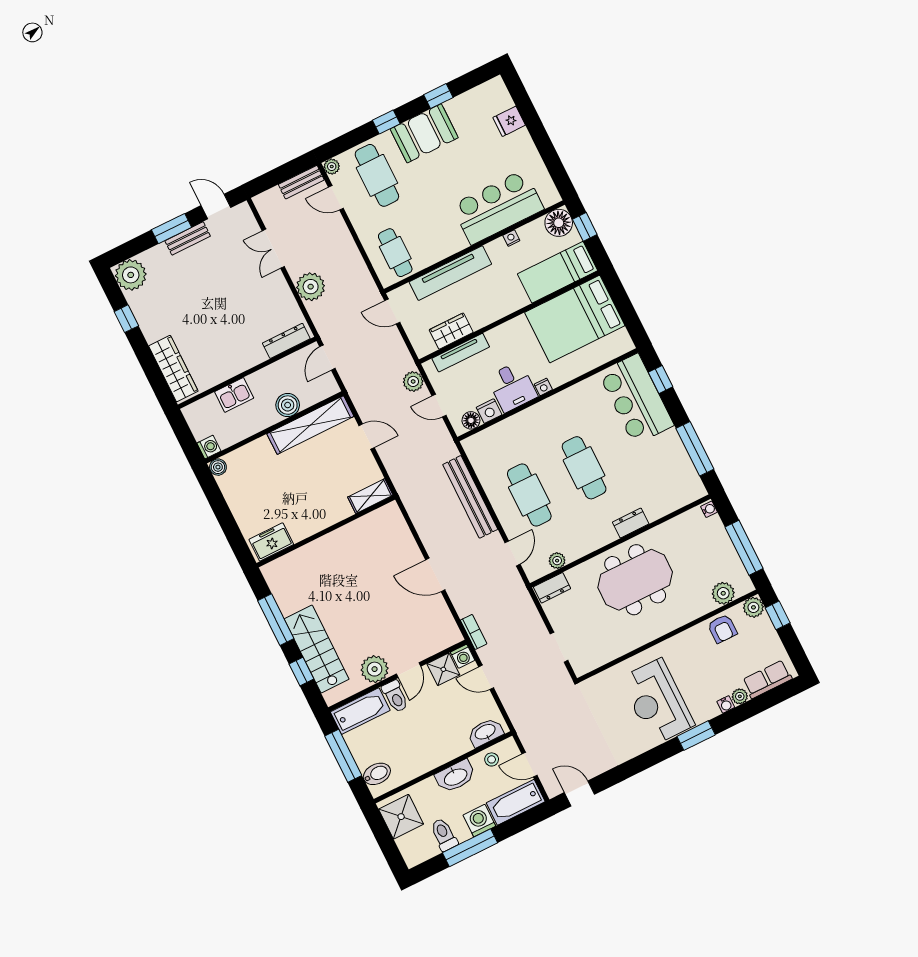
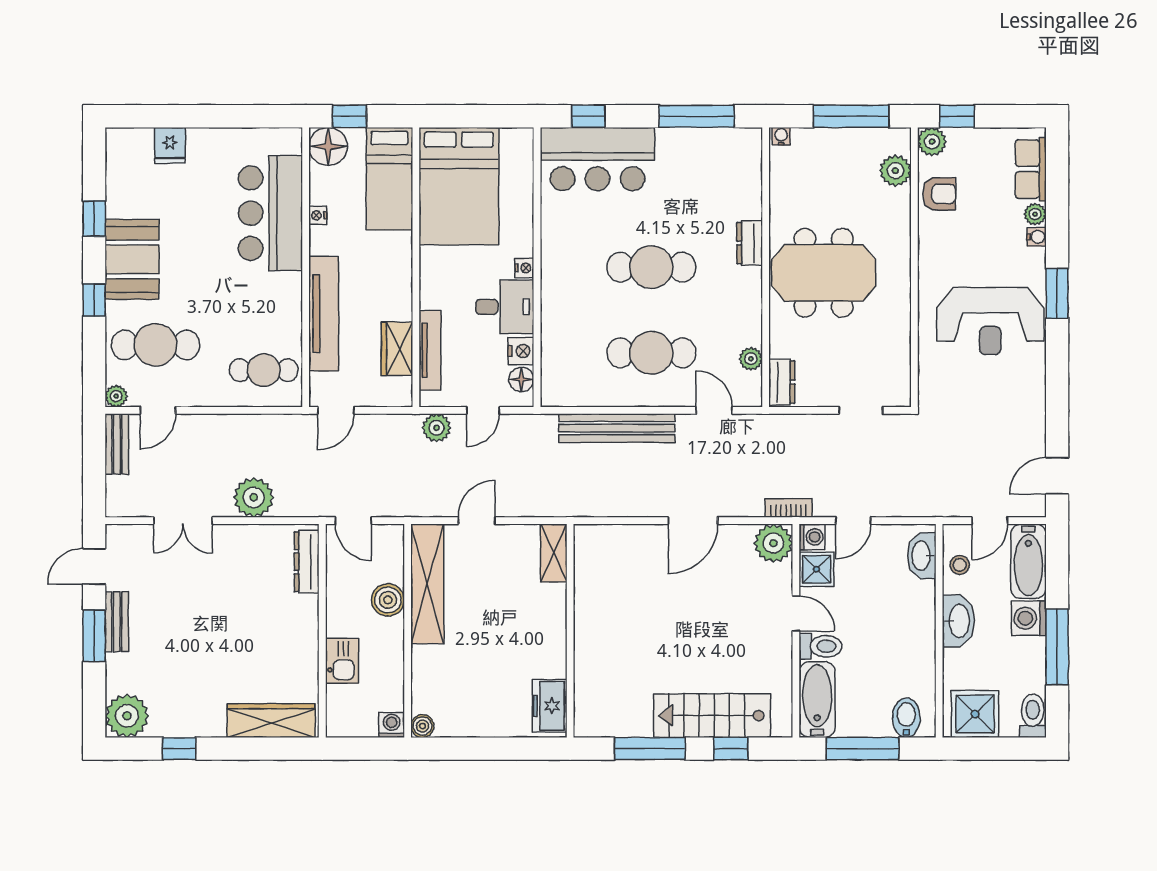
meeting table: (635, 580) -> (824, 273), turned 90
plant: (375, 669) -> (773, 543), moved
toilet: (444, 835) -> (1033, 716), moved, turned 90

